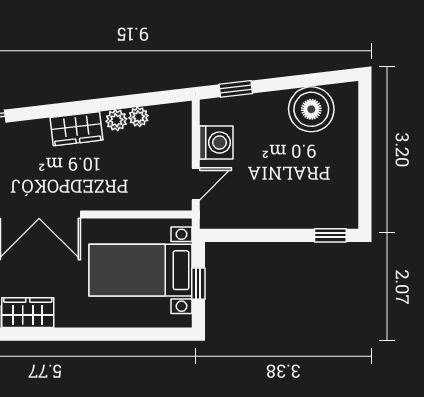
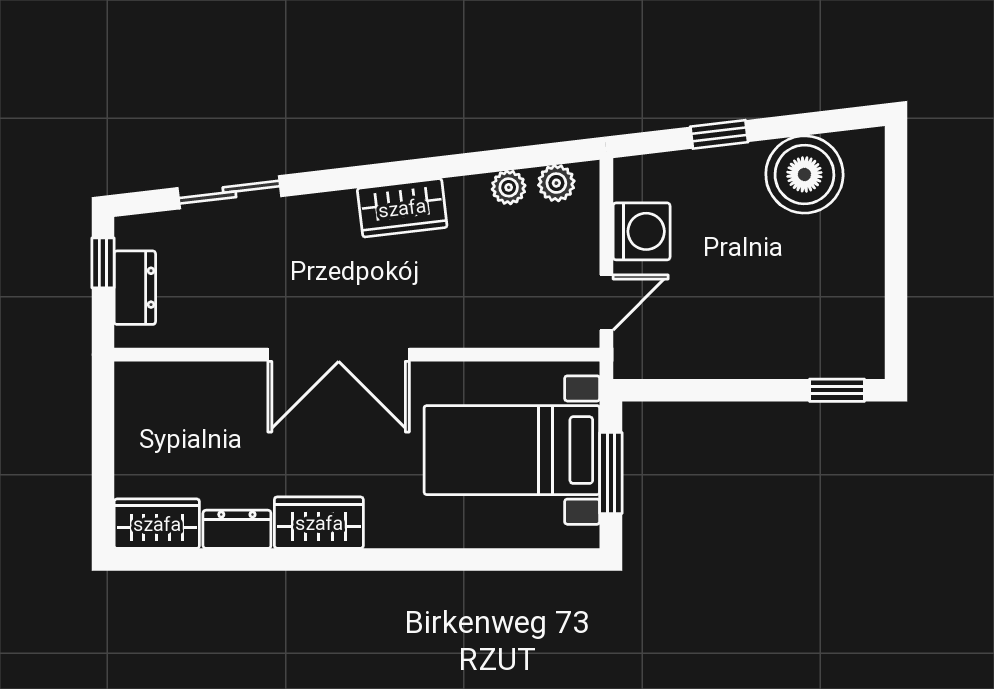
window: (236, 89) -> (719, 134), moved
plant: (116, 120) -> (556, 183), moved
window: (198, 284) -> (611, 473), width x1.50

